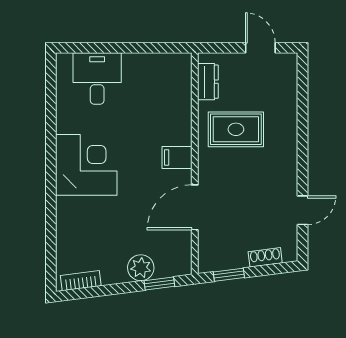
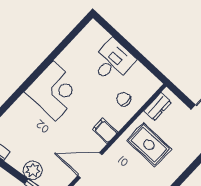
desk: (97, 78) -> (113, 61), moved
chair: (166, 107) -> (124, 99), added

